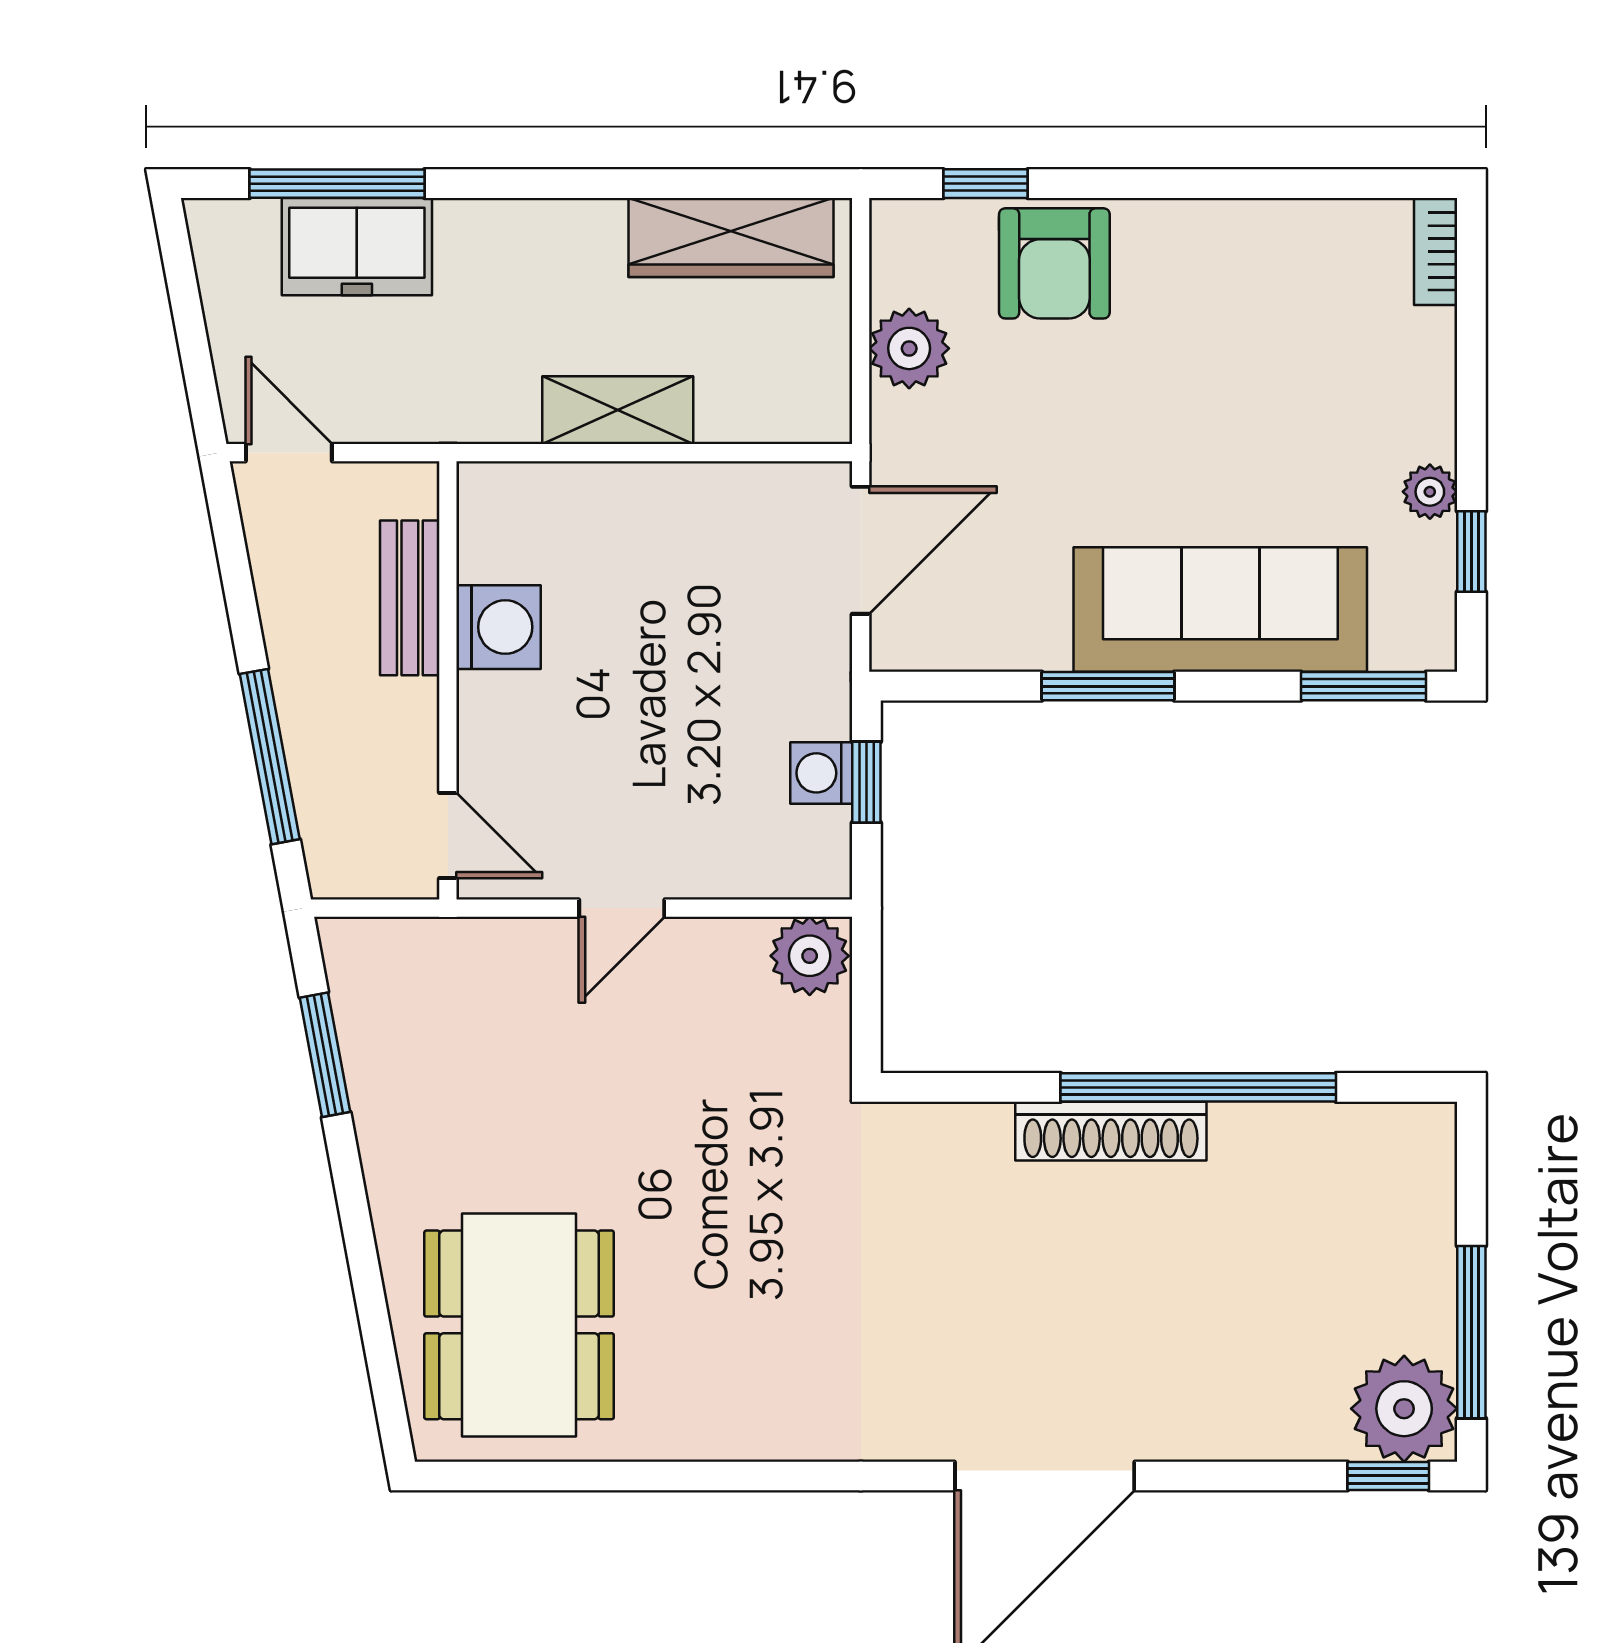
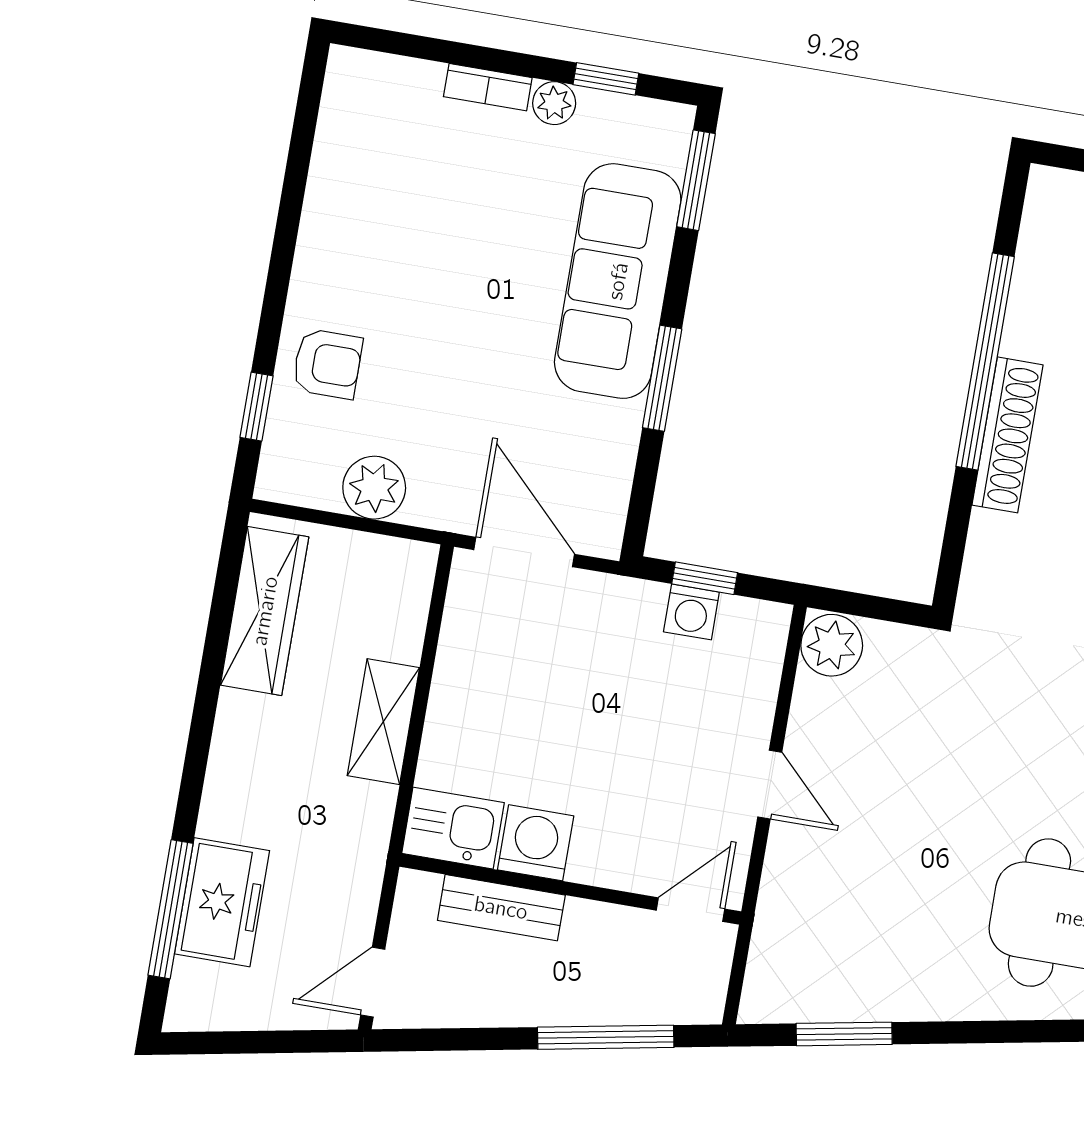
bookcase: (1436, 252) -> (488, 87), moved
armchair: (1054, 263) -> (327, 364), width x0.72, depth x0.72
kitchen sink: (499, 520) -> (453, 828), added

